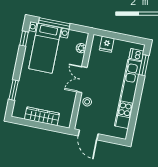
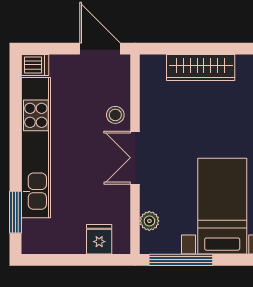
window: (54, 23) -> (181, 260), moved
dishwasher: (136, 55) -> (35, 65), moved
double door: (82, 80) -> (135, 158), swing flipped

